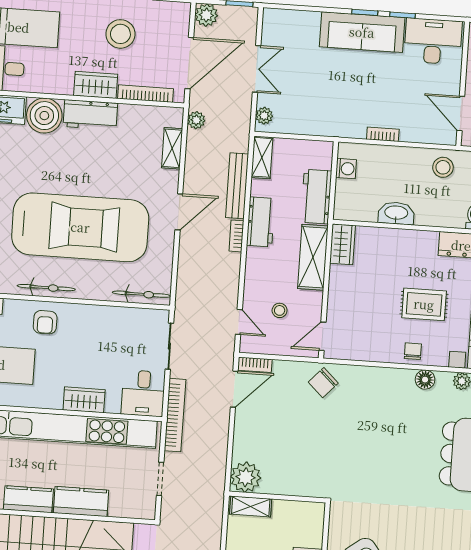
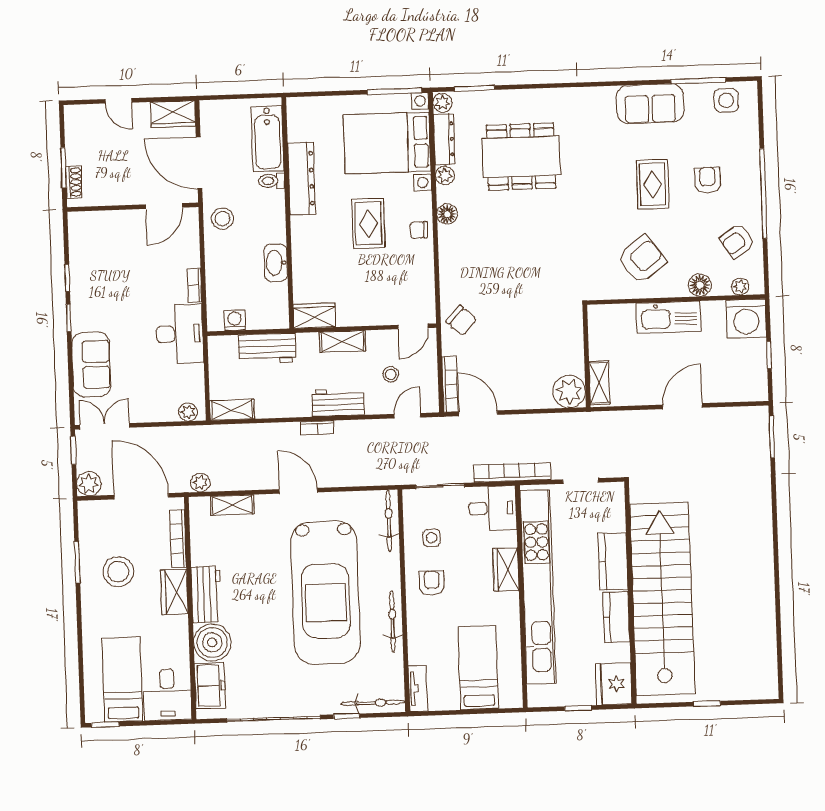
sofa: (362, 32) -> (91, 364), moved, width x0.73
desk: (433, 41) -> (180, 334), moved, turned 180
double door: (257, 69) -> (105, 426), moved
bench: (237, 186) -> (265, 433), removed
workbench: (261, 222) -> (338, 403), moved
car: (80, 227) -> (325, 593), turned 180
shelving: (313, 257) -> (342, 341), width x0.67, depth x0.75
armchair: (45, 322) -> (432, 583), moved, turned -90
side table: (121, 333) -> (431, 538), added
door: (322, 336) -> (413, 326), hinge flipped
bookcase: (255, 365) -> (450, 384), width x1.56

